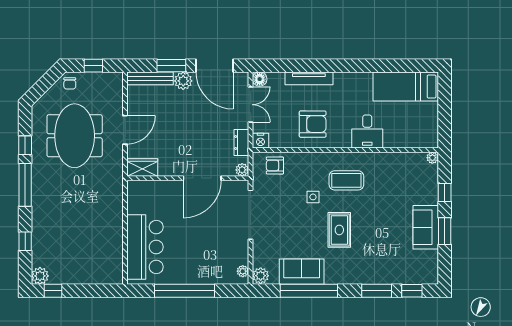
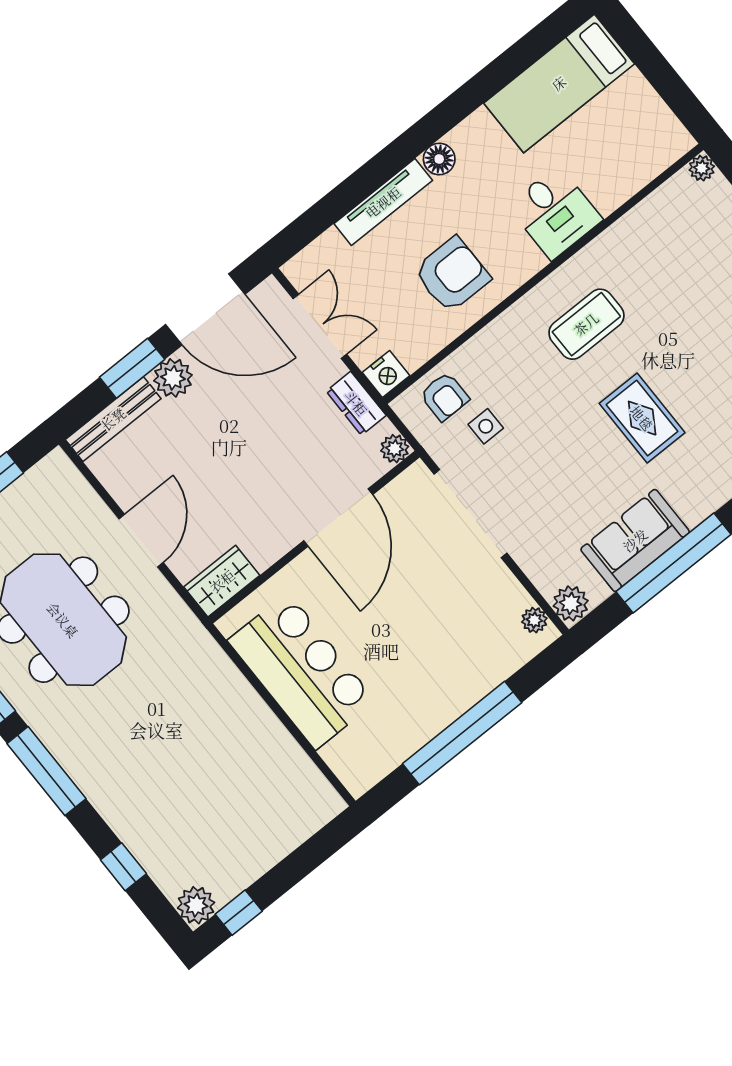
floor lamp: (260, 79) -> (439, 159), moved
armchair: (275, 165) -> (444, 397), turned -90
side table: (313, 197) -> (486, 426), moved
bar counter: (145, 247) -> (302, 671), moved

